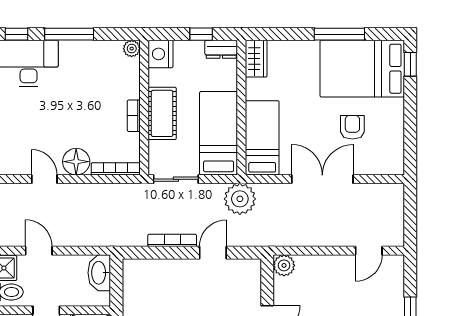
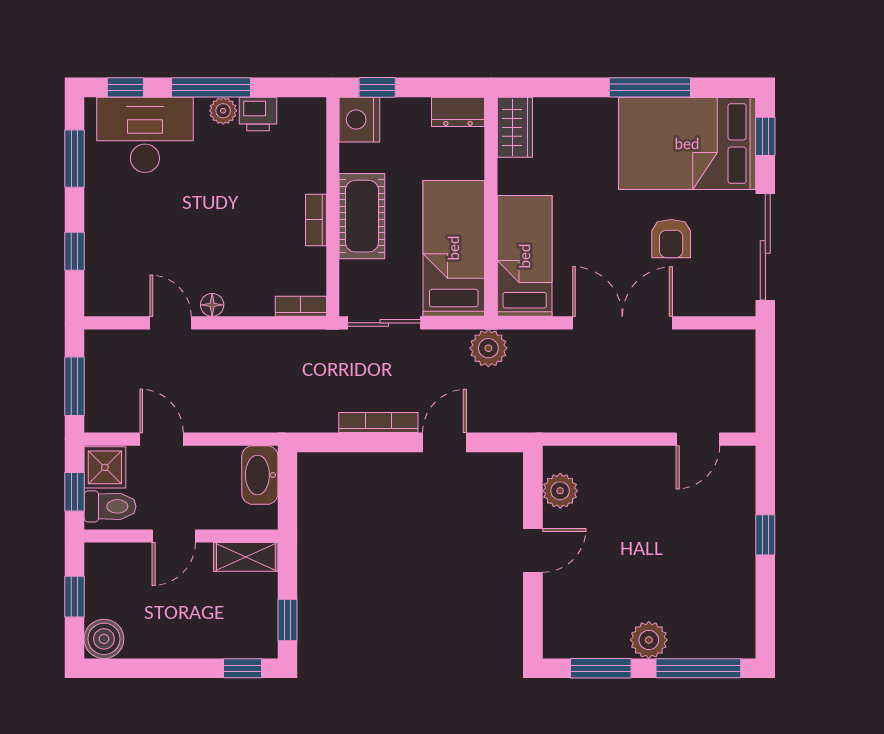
window: (201, 34) -> (377, 87), moved
plant: (132, 49) -> (223, 111), moved
printer: (98, 50) -> (258, 114), added
armchair: (352, 127) -> (671, 239), turned 180
sliding door: (410, 132) -> (765, 247), added
floor lamp: (76, 162) -> (212, 305), width x0.53, depth x0.53
bookcase: (116, 169) -> (301, 306), width x0.64
plant: (240, 199) -> (488, 348), width x0.73, depth x0.73
plant: (284, 265) -> (560, 491), moved

